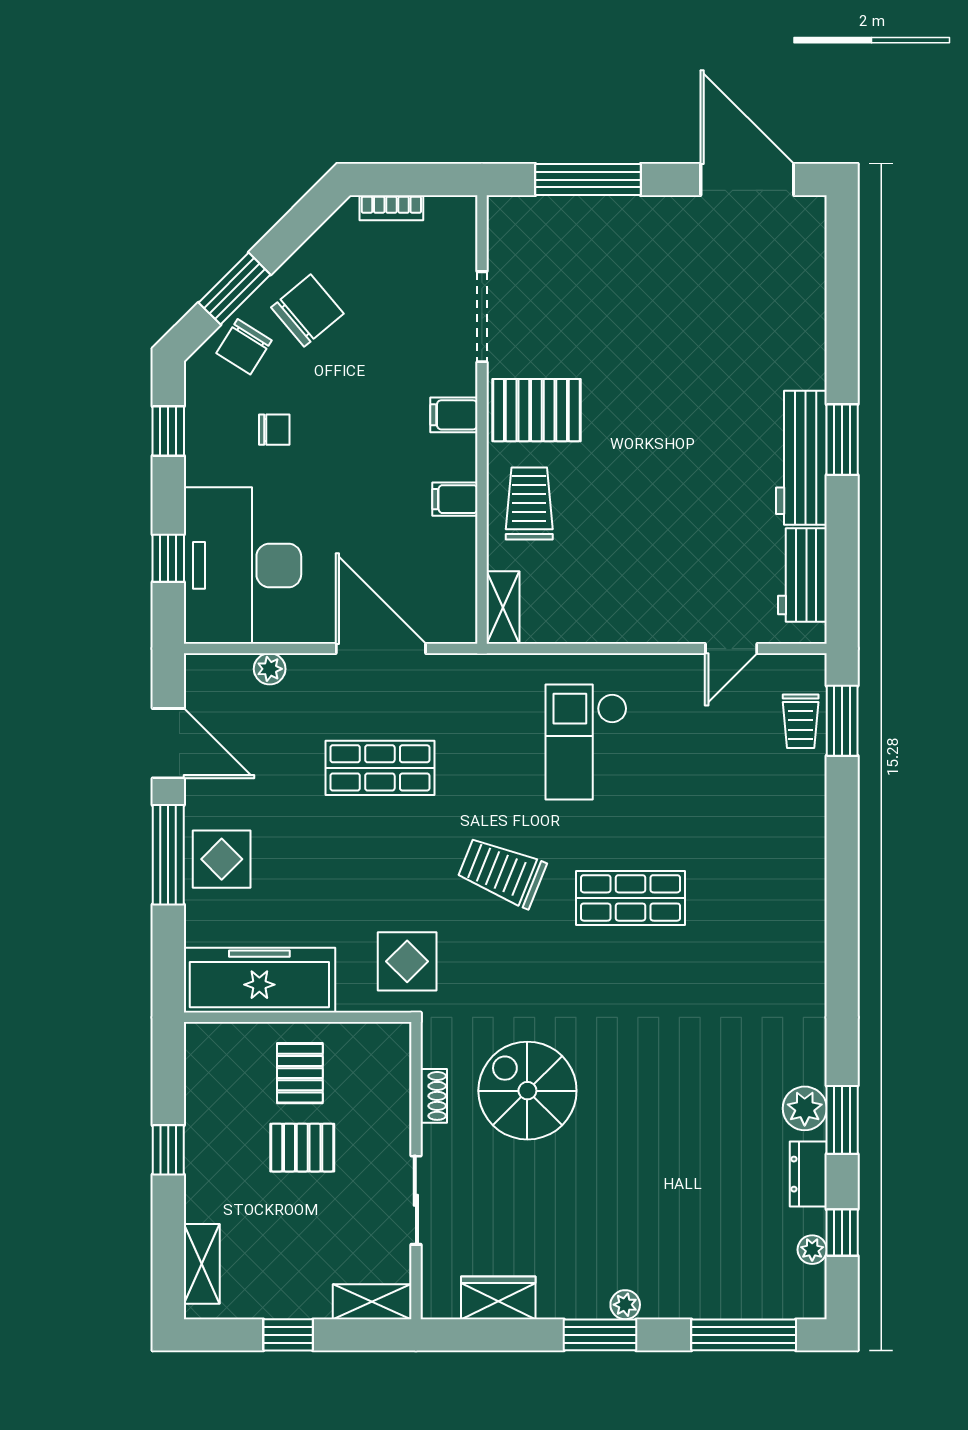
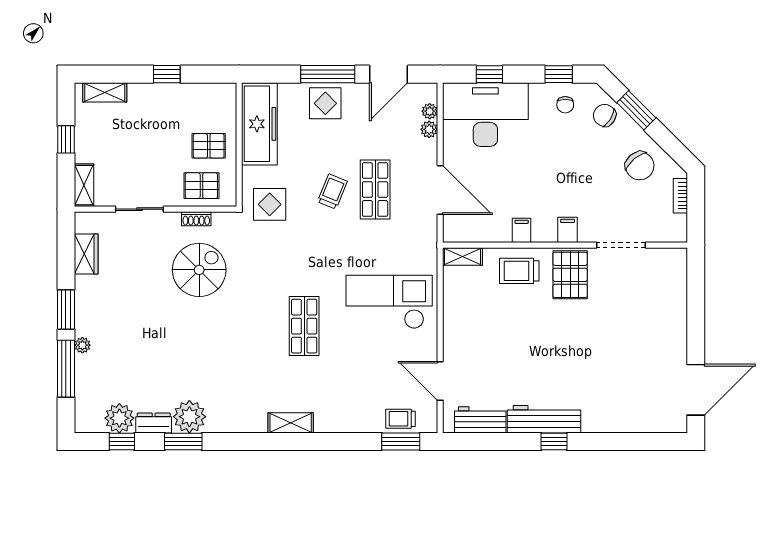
window: (588, 180) -> (696, 303), removed
chair: (307, 311) -> (640, 166), moved
chair: (274, 430) -> (565, 105), moved
window: (842, 440) -> (554, 441), width x0.67
trolley: (529, 503) -> (519, 271), turned 180
door: (381, 649) -> (440, 190), hinge flipped
door: (731, 649) -> (440, 381), width x1.38
plant: (236, 668) -> (430, 111), added
checkout: (586, 742) -> (389, 302), width x1.36, depth x1.21
trolley: (502, 872) -> (332, 192), moved, width x0.73, depth x0.72
shelving: (808, 923) -> (291, 423), added
plant: (805, 1108) -> (189, 417), width x1.36, depth x1.36
pallet: (302, 1148) -> (201, 186), moved, turned 90
plant: (812, 1250) -> (119, 418), width x1.87, depth x1.87
plant: (625, 1305) -> (82, 345), moved
window: (744, 1335) -> (66, 369), moved

